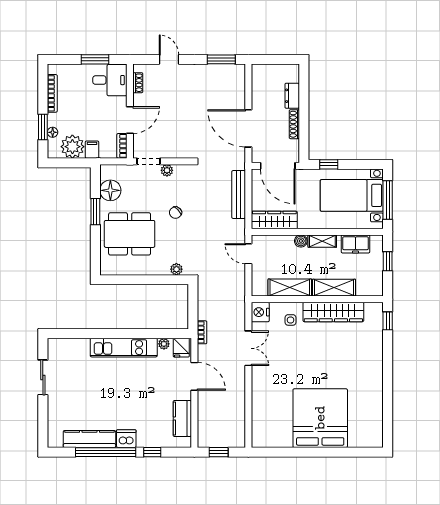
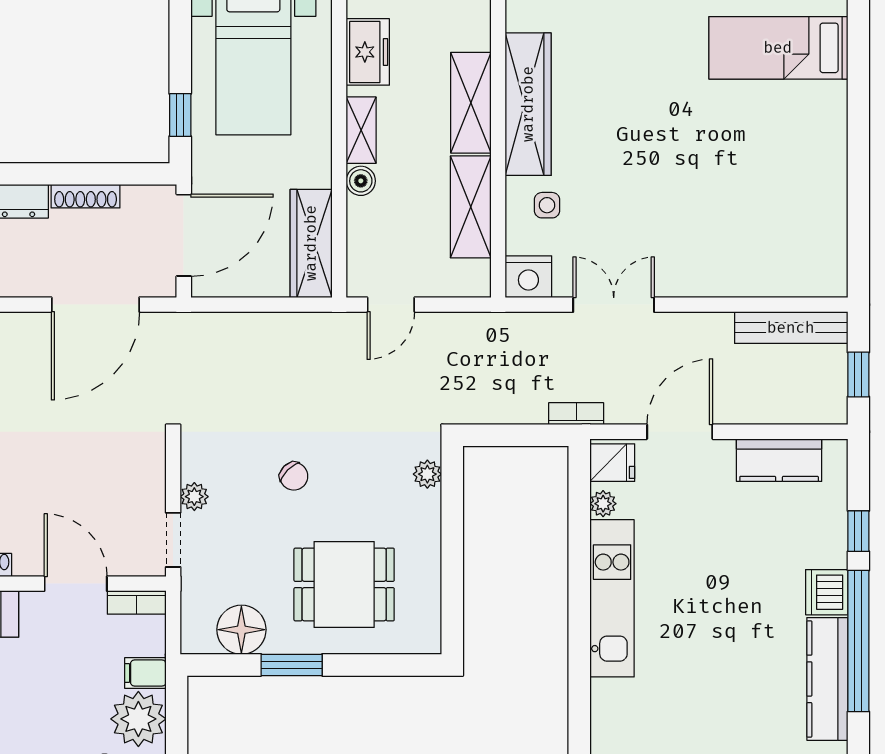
bench: (239, 194) -> (791, 328), moved
dining table: (130, 234) -> (344, 585), width x0.73
bed: (320, 418) -> (778, 48), moved, width x0.49

